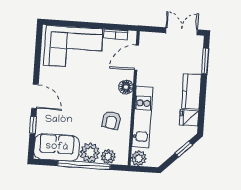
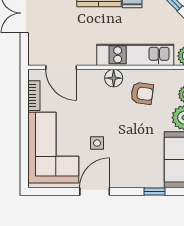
side table: (74, 82) -> (97, 143), added
floor lamp: (126, 87) -> (114, 78), moved
door: (35, 96) -> (95, 191), moved

